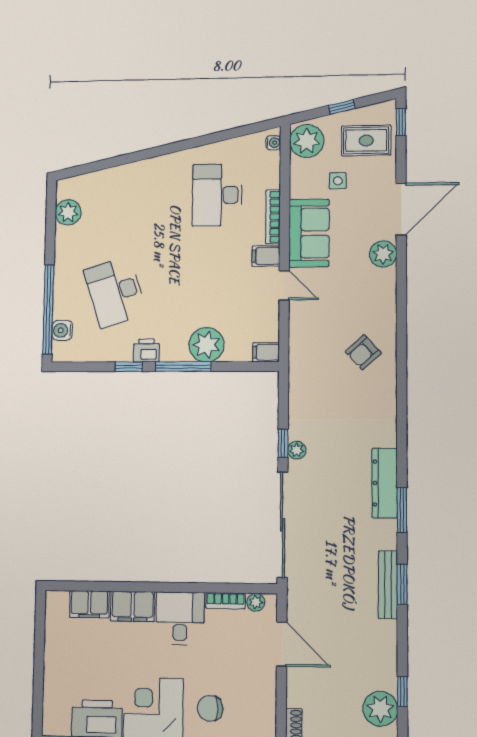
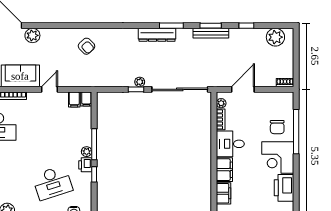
filing cabinet: (266, 256) -> (74, 99), moved
plant: (206, 345) -> (87, 152), moved, width x0.53, depth x0.53
window: (402, 691) -> (246, 26), moved

